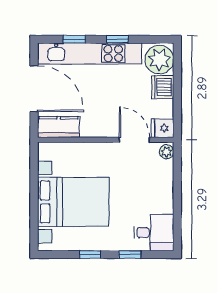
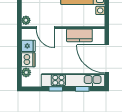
plant: (159, 60) -> (26, 72), width x0.53, depth x0.53
kitchen counter: (59, 127) -> (79, 35), moved
fridge: (162, 128) -> (28, 46), moved

